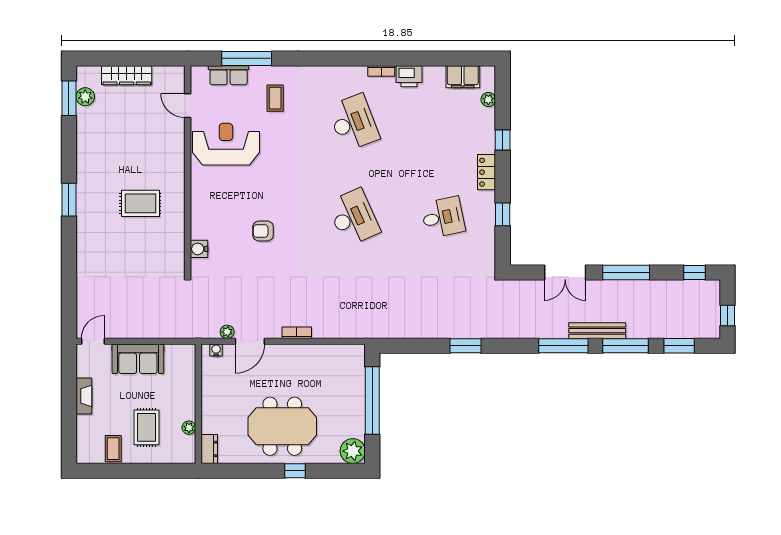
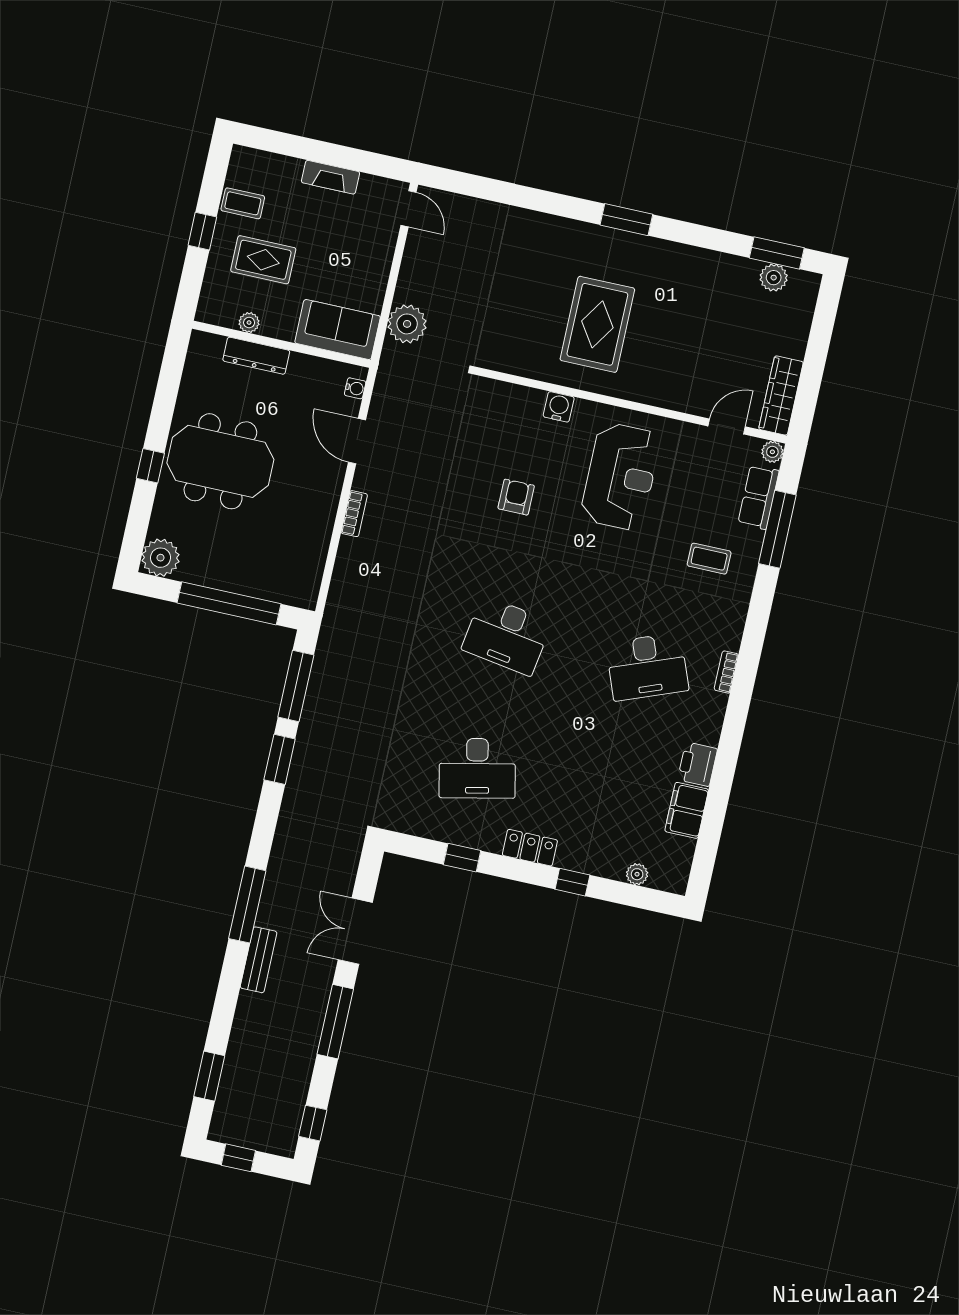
bookcase: (381, 71) -> (726, 672), moved
plant: (197, 73) -> (772, 452), added
wardrobe: (127, 75) -> (781, 396), moved
filing cabinet: (463, 77) -> (687, 810), moved
reception desk: (226, 144) -> (621, 476), moved
rug: (140, 203) -> (597, 324), width x1.36, depth x1.43
desk: (353, 217) -> (507, 636), turned 33
desk: (443, 217) -> (477, 768), width x1.37
water cooler: (199, 249) -> (559, 407), moved
bench: (597, 331) -> (259, 960), width x0.73
plant: (227, 332) -> (407, 324), moved, width x1.87, depth x1.87
window: (626, 346) -> (296, 686), moved
sofa: (138, 359) -> (338, 329), moved, turned 90
meeting table: (282, 426) -> (220, 461), turned 90
dresser: (209, 449) -> (256, 356), moved, width x1.44
window: (137, 471) -> (202, 231), added

